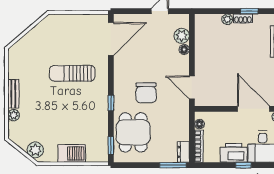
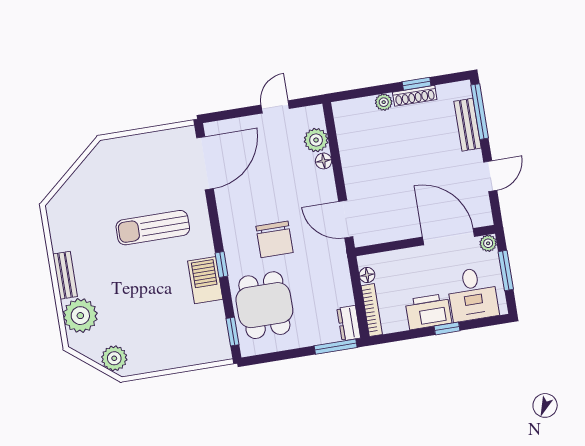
shoe rack: (243, 18) -> (415, 96), width x1.43
plant: (14, 115) -> (80, 316), width x1.88, depth x1.88
barbecue: (72, 153) -> (205, 280), moved, turned -90

